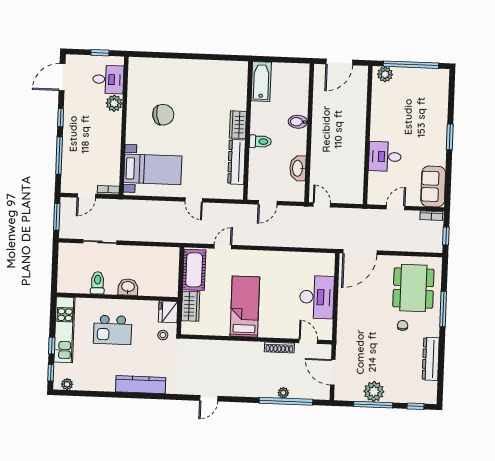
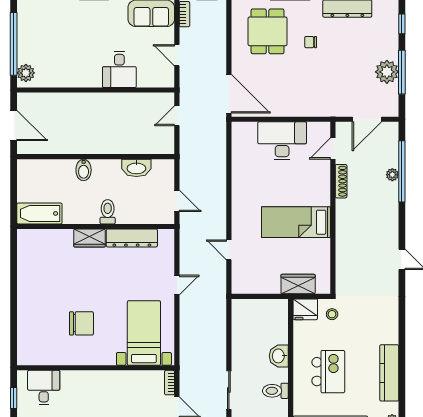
plant: (114, 103) -> (71, 380), removed
chair: (163, 115) -> (81, 323), turned 99
door: (322, 205) -> (177, 116), moved
cot: (194, 270) -> (257, 282), removed
dining table: (413, 288) -> (268, 31), width x0.73
kitchen counter: (141, 385) -> (389, 373), moved

